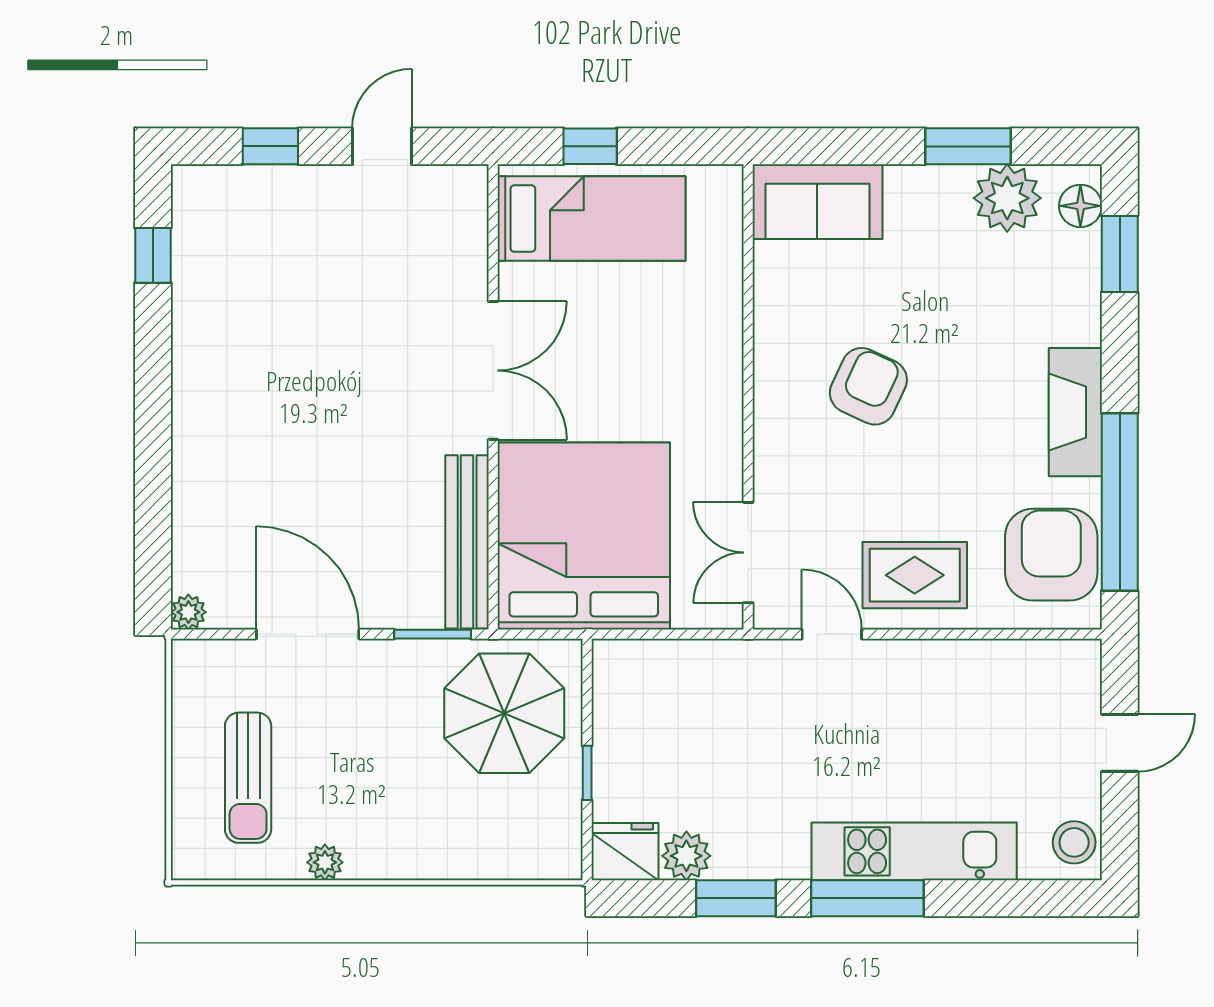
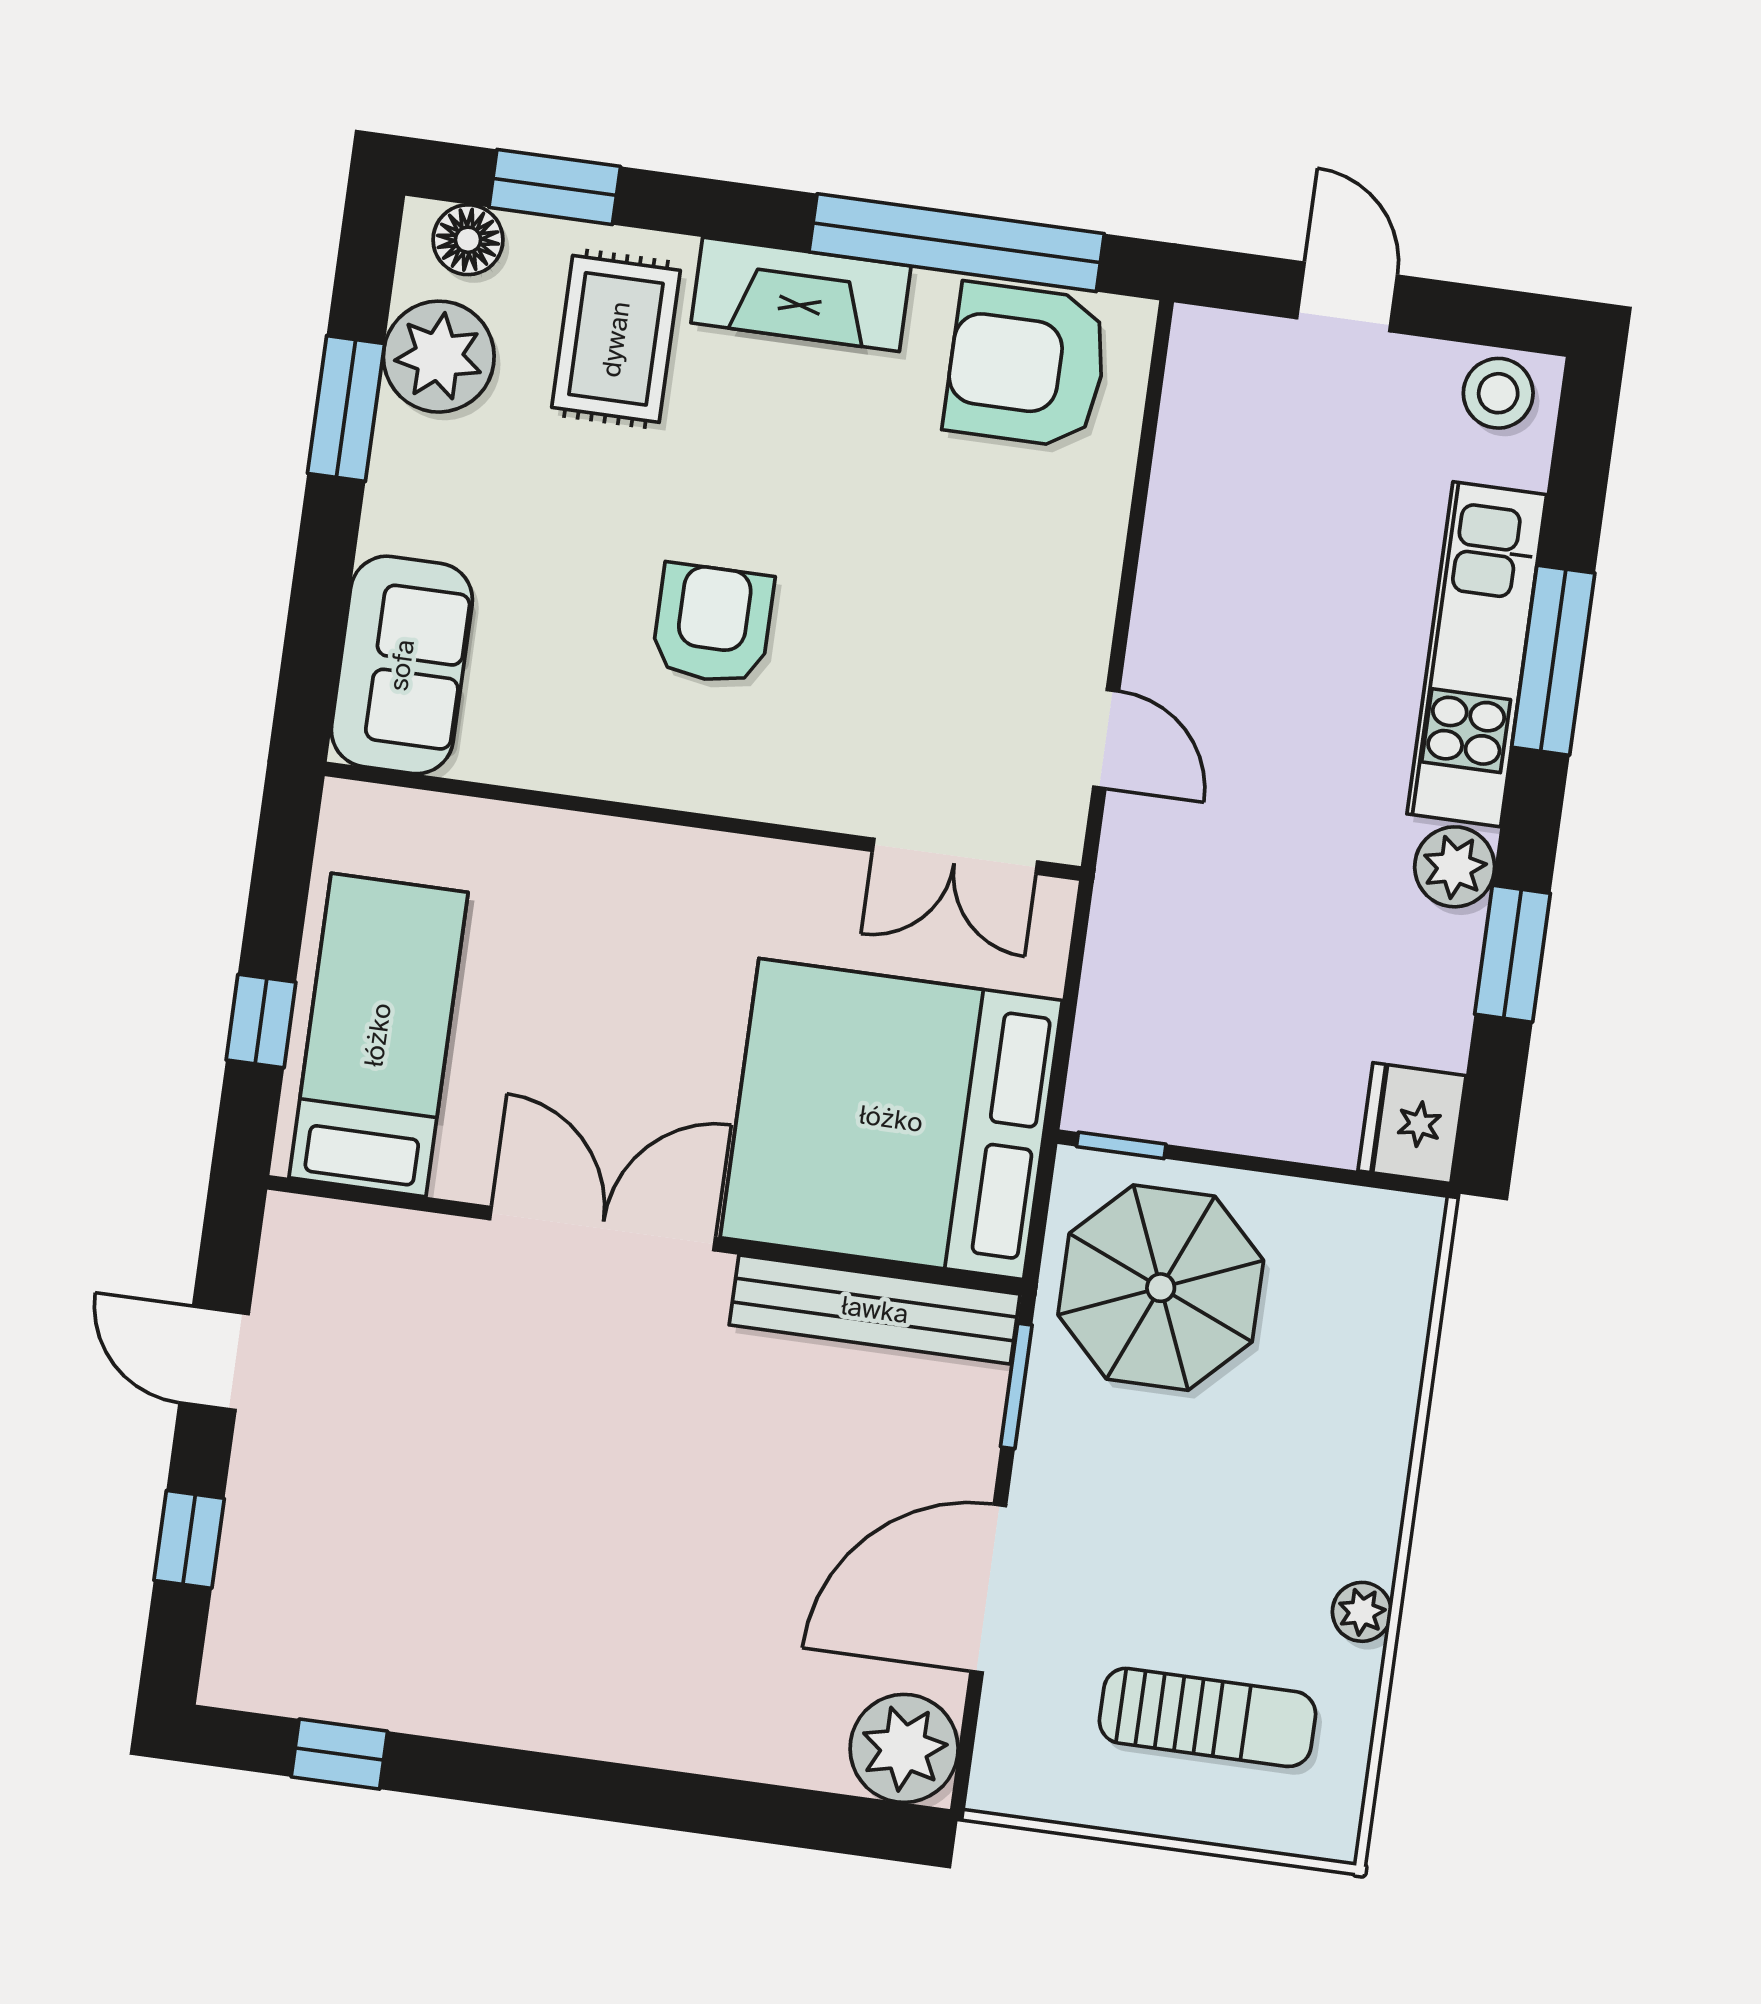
armchair: (868, 386) -> (713, 624), turned 65
rug: (915, 575) -> (616, 339), moved
plant: (188, 612) -> (904, 1748), width x1.87, depth x1.87
door: (832, 634) -> (1106, 739), swing flipped
window: (587, 773) -> (1121, 1145), moved
plant: (686, 856) -> (1455, 867), moved
window: (867, 898) -> (1553, 660), moved

